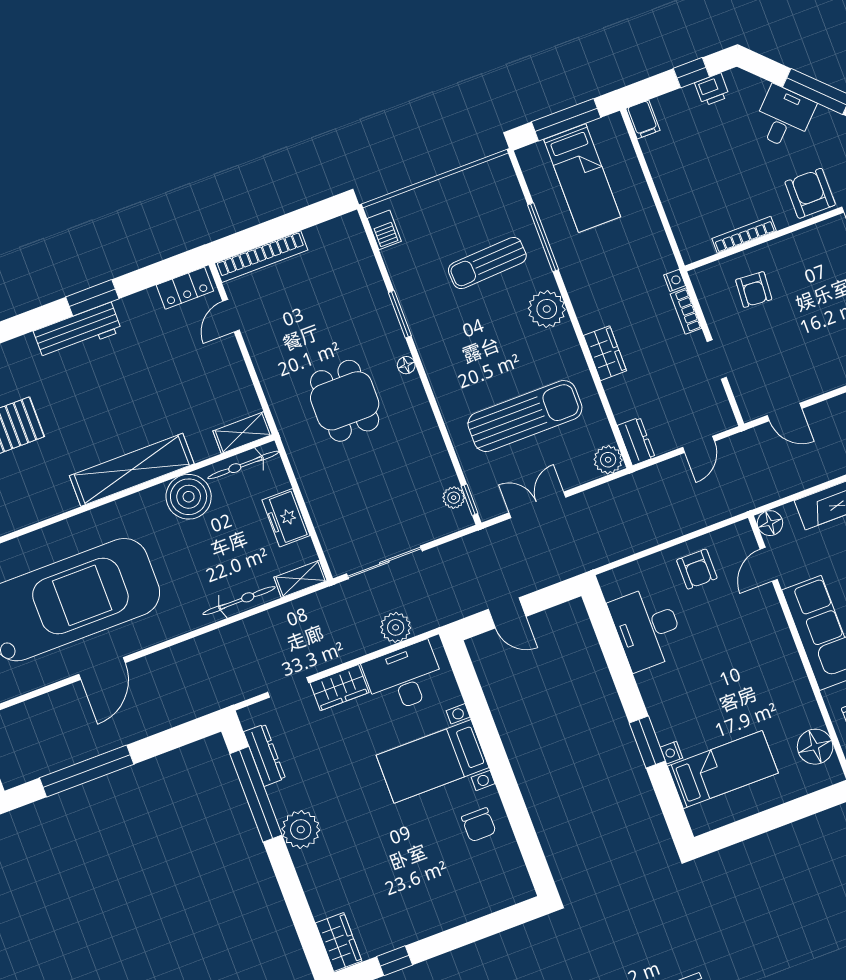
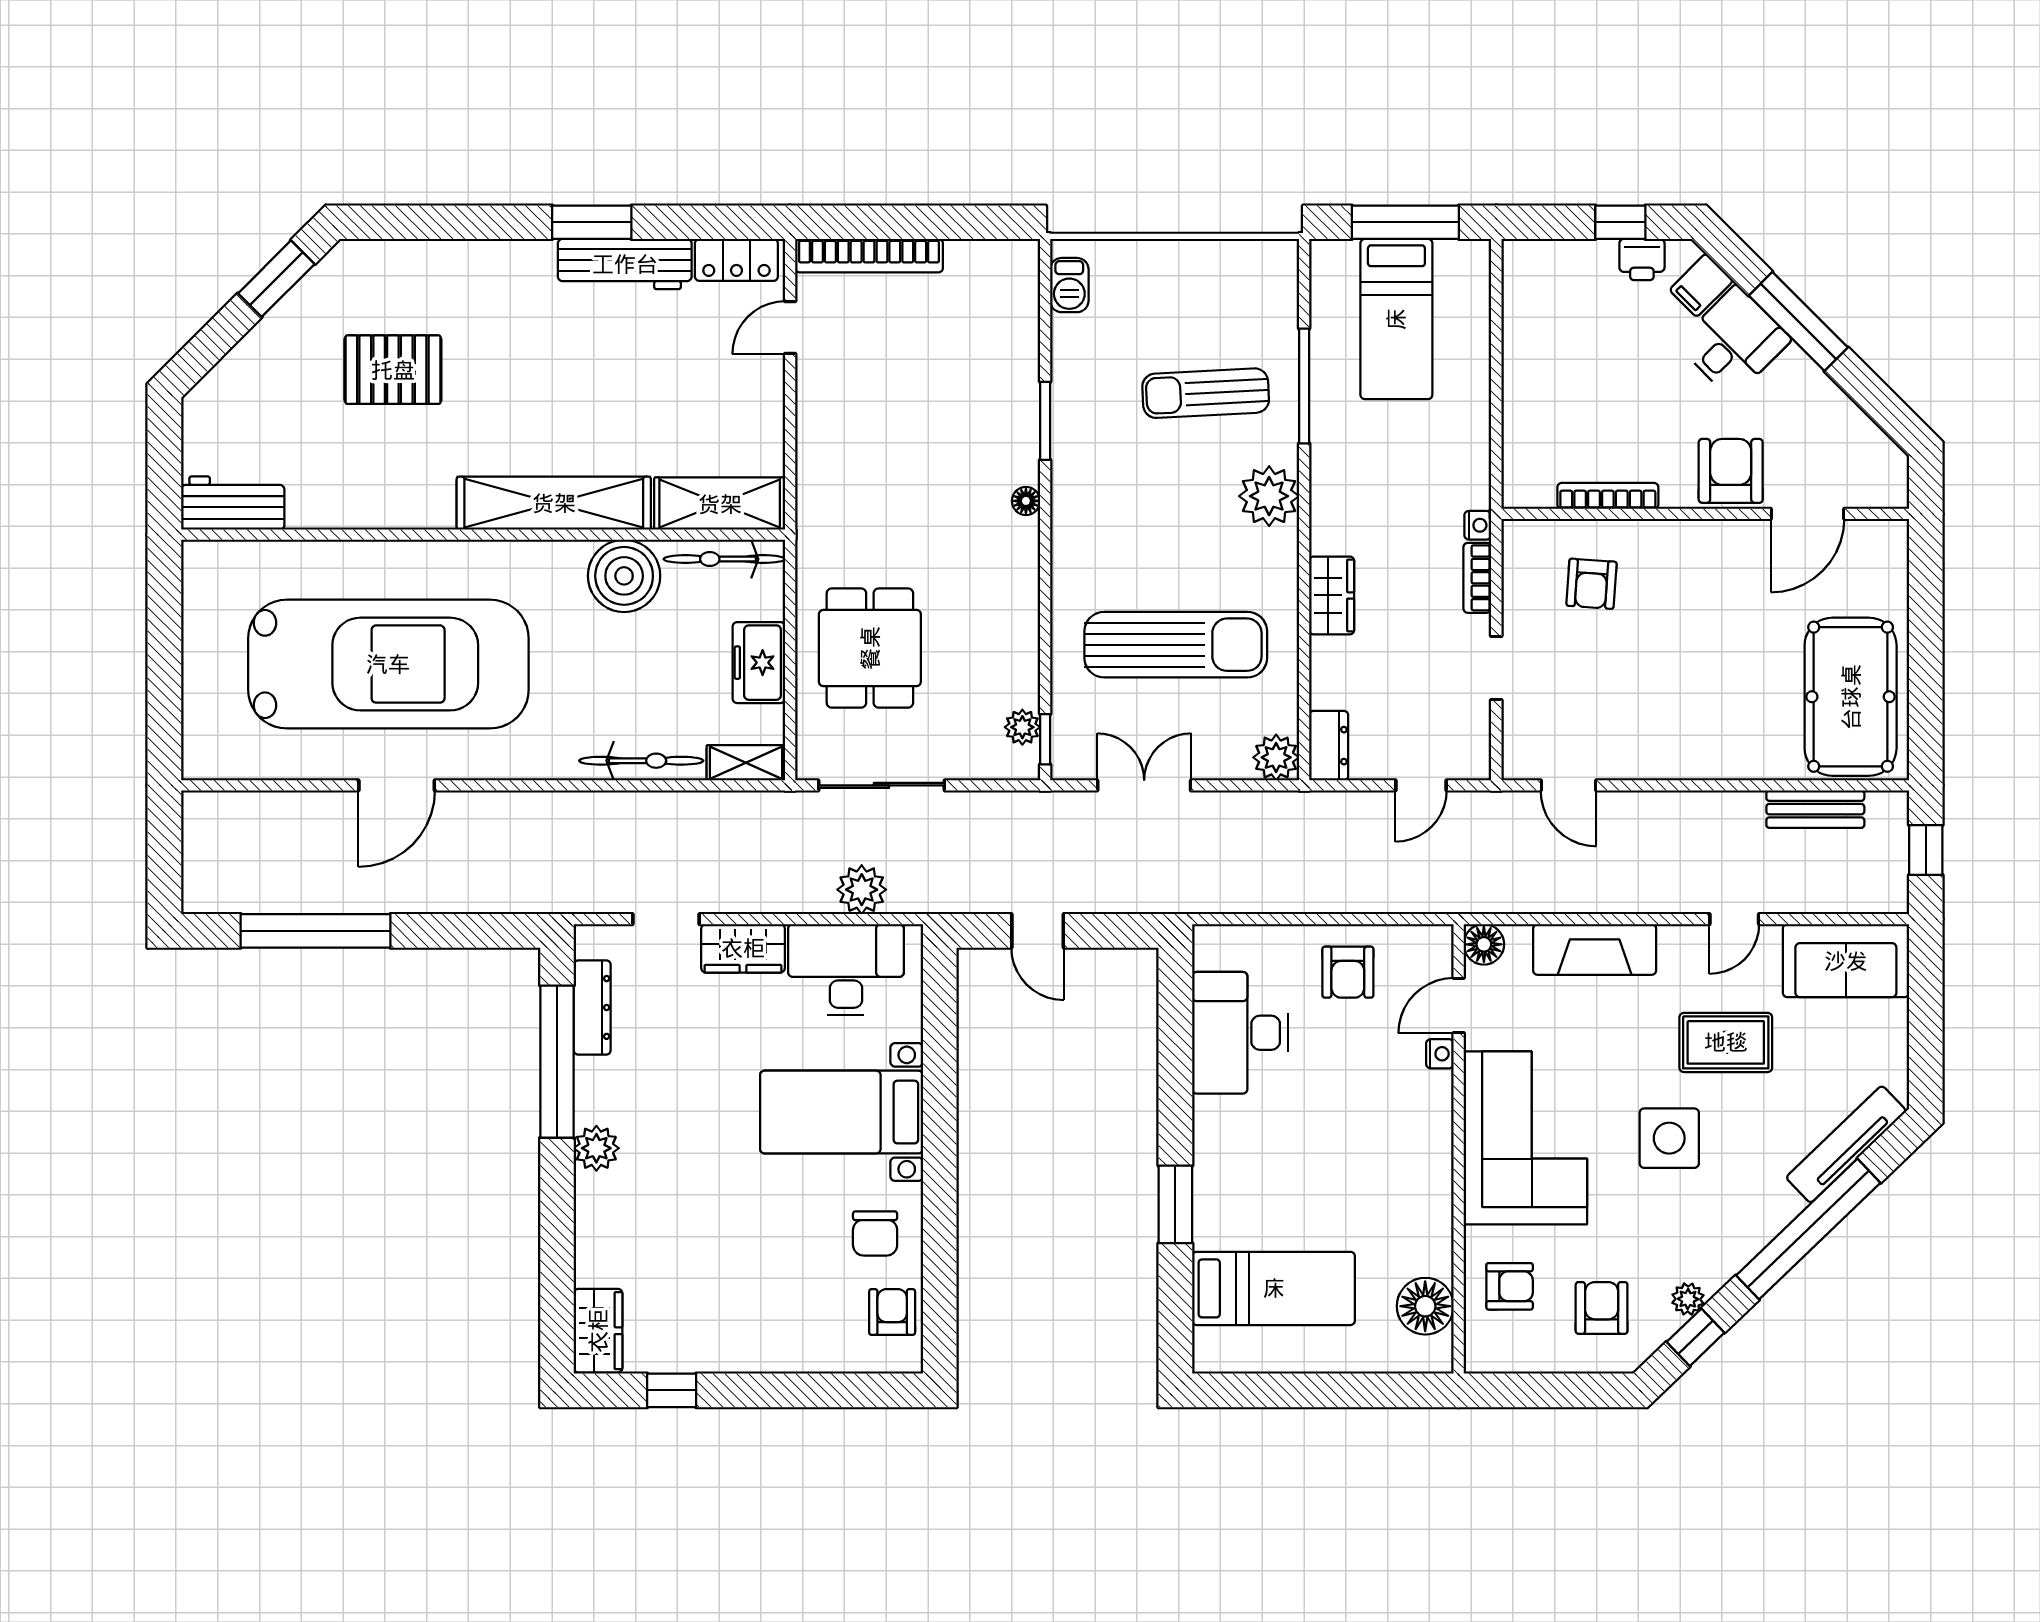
filing cabinet: (643, 119) -> (1701, 285), moved, turned 45
workbench: (78, 331) -> (625, 264), moved
dining table: (345, 401) -> (870, 648), moved
shelving: (243, 433) -> (720, 504), width x1.50, depth x1.33
nightstand: (671, 753) -> (1440, 1054), moved, turned 180
plant: (301, 830) -> (596, 1148), width x0.73, depth x0.73
armchair: (506, 867) -> (892, 1312), added

